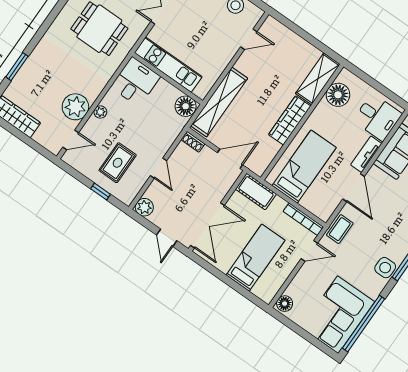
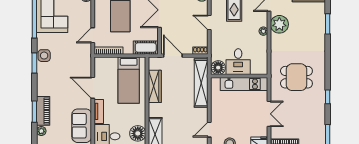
desk: (135, 82) -> (238, 62), moved
wardrobe: (290, 120) -> (155, 86), moved
door: (230, 159) -> (173, 56), swing flipped
coffee table: (340, 229) -> (84, 59), removed

